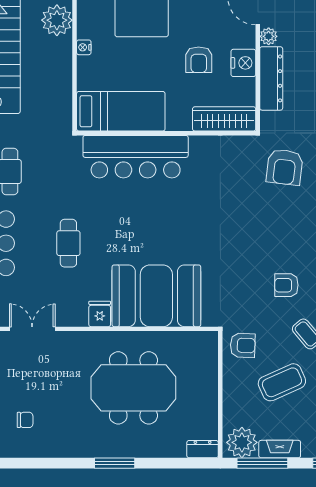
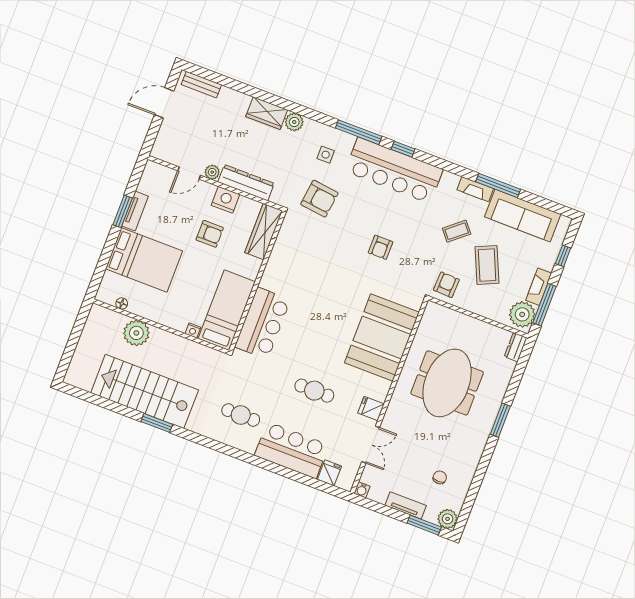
nightstand: (84, 47) -> (193, 330), moved
bar counter: (136, 157) -> (263, 323), width x0.73
armchair: (286, 285) -> (381, 247), moved
fridge: (100, 314) -> (371, 408), moved
double door: (32, 329) -> (371, 445), swing flipped

